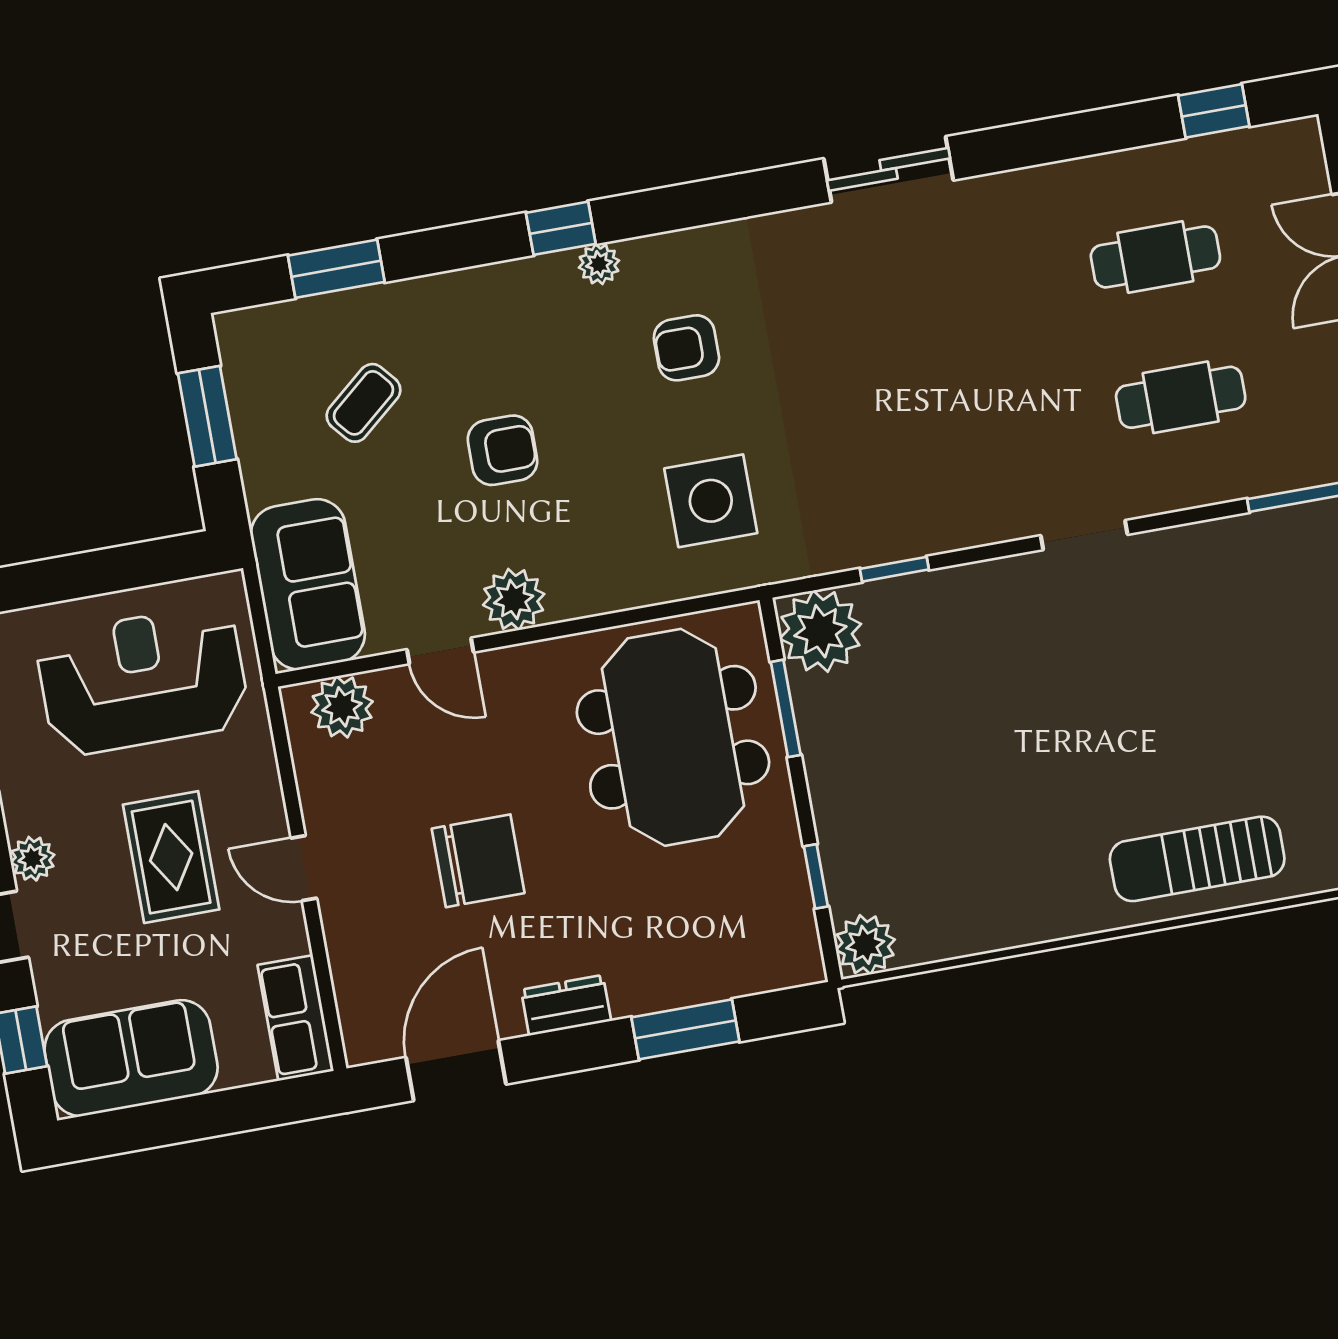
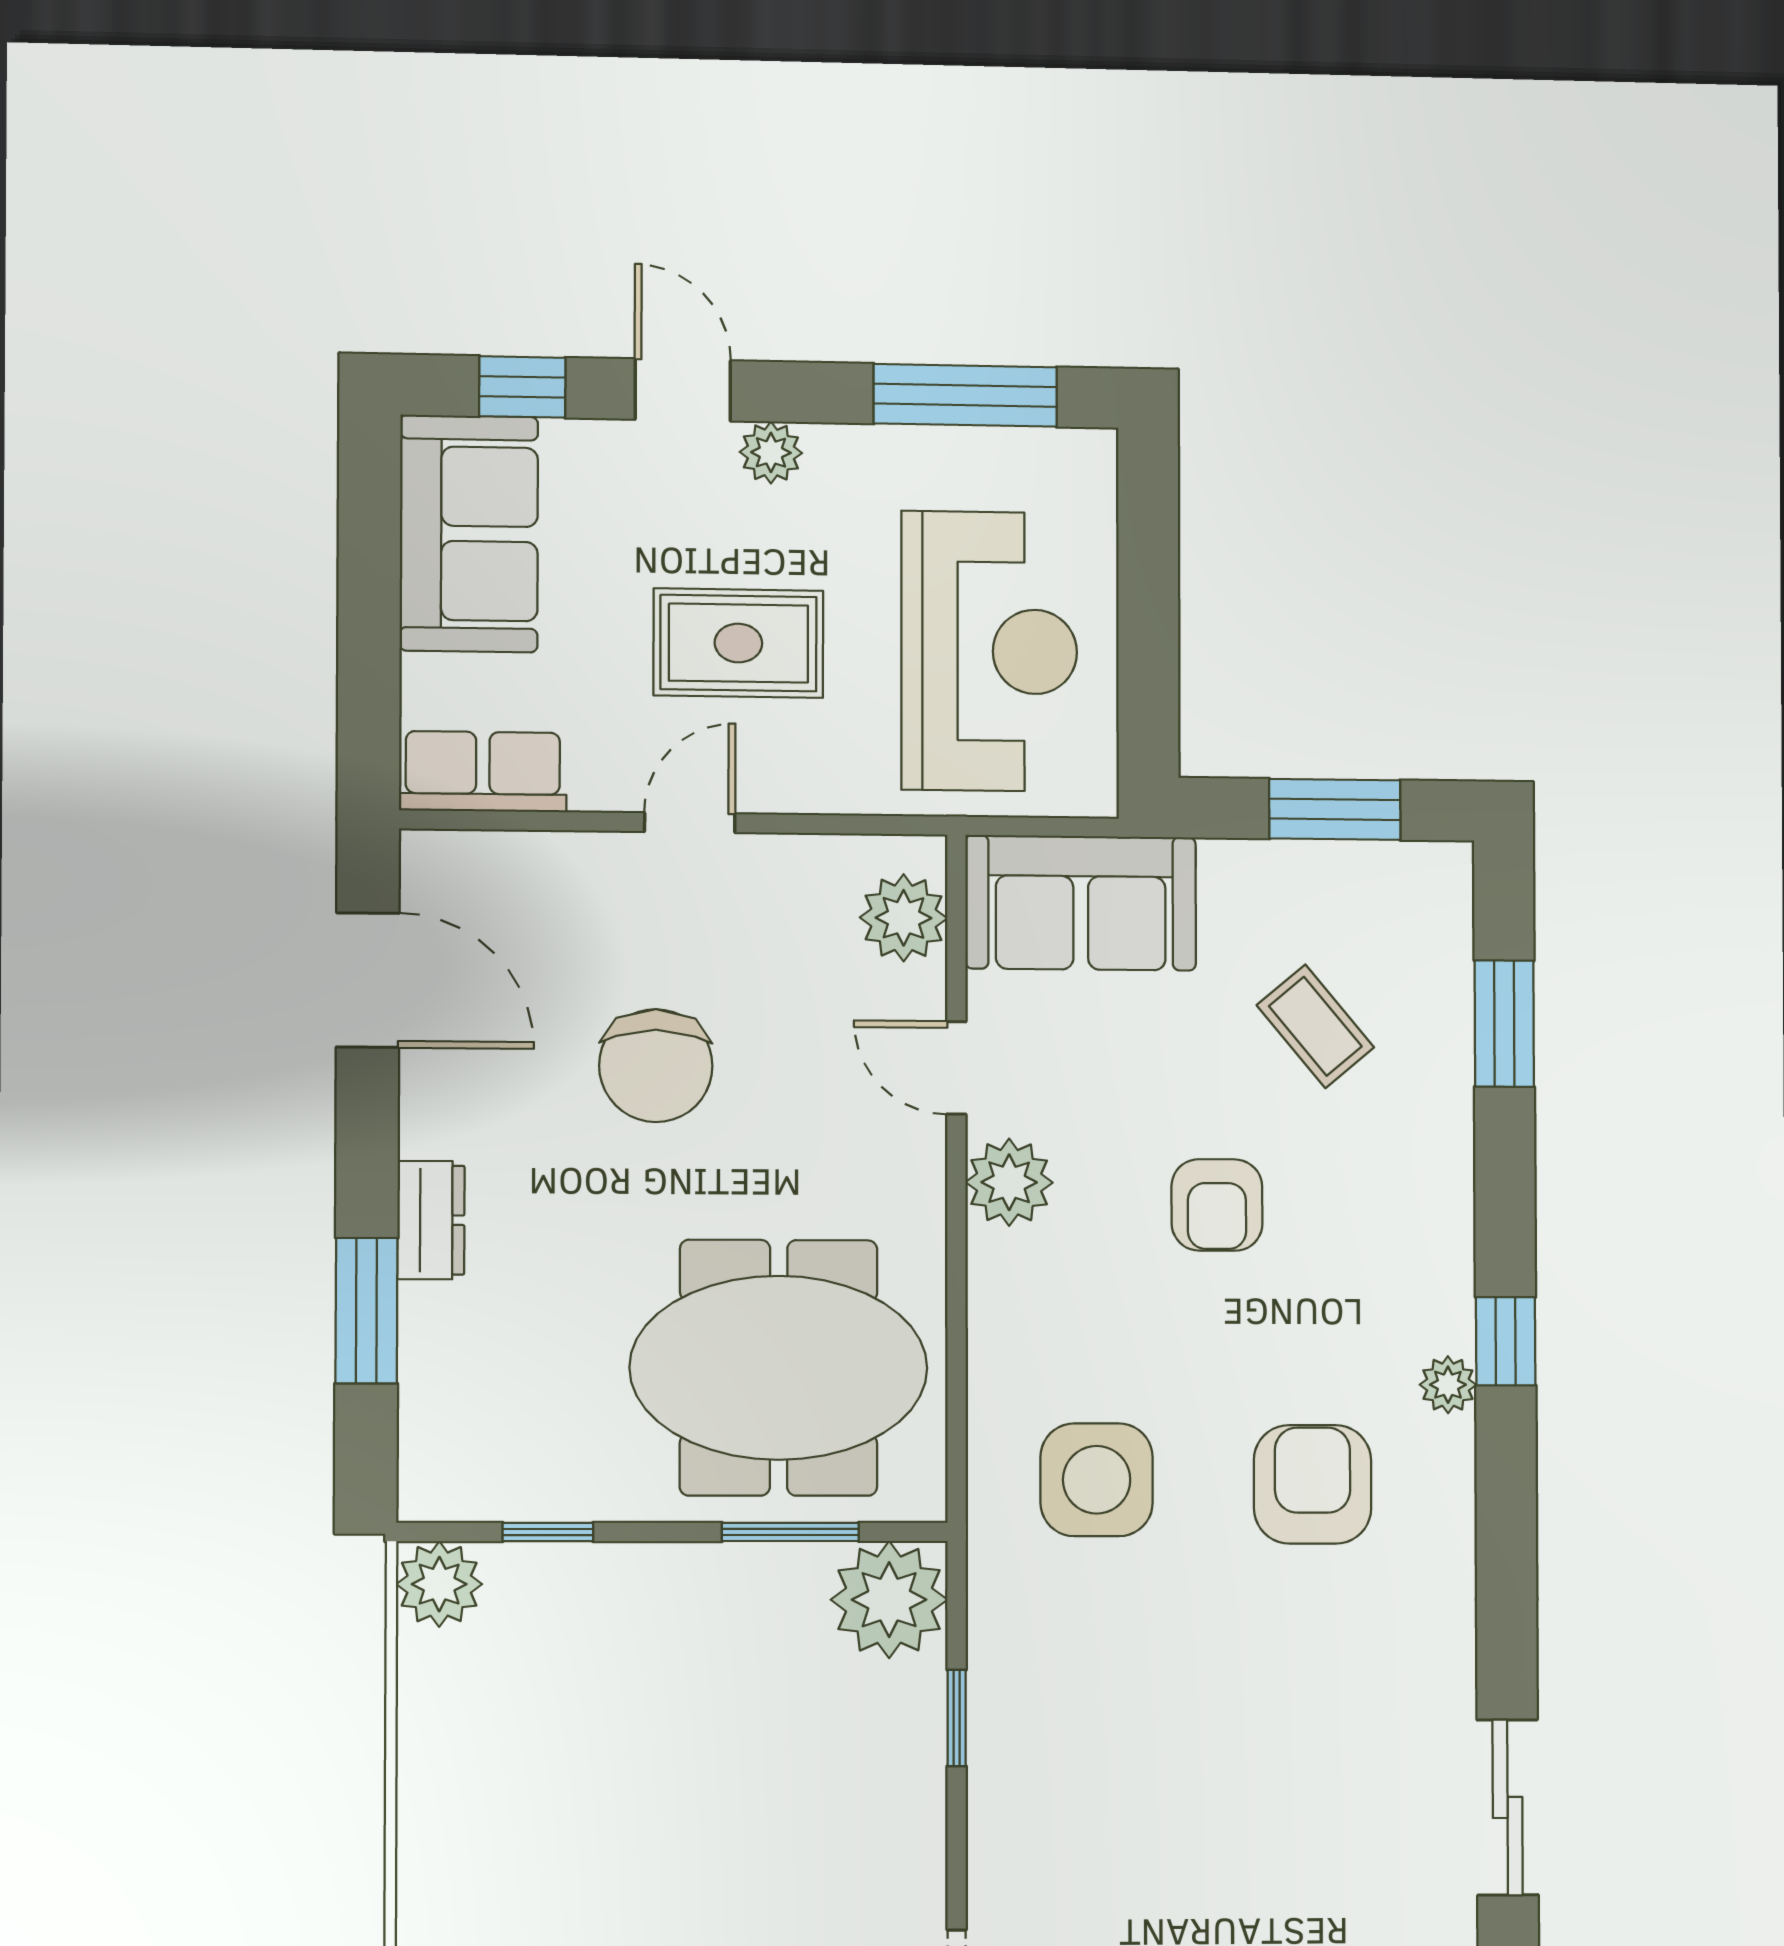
armchair: (686, 348) -> (1313, 1484), width x1.38, depth x1.38
door: (440, 651) -> (956, 1068), hinge flipped
dresser: (566, 1005) -> (431, 1220), moved

